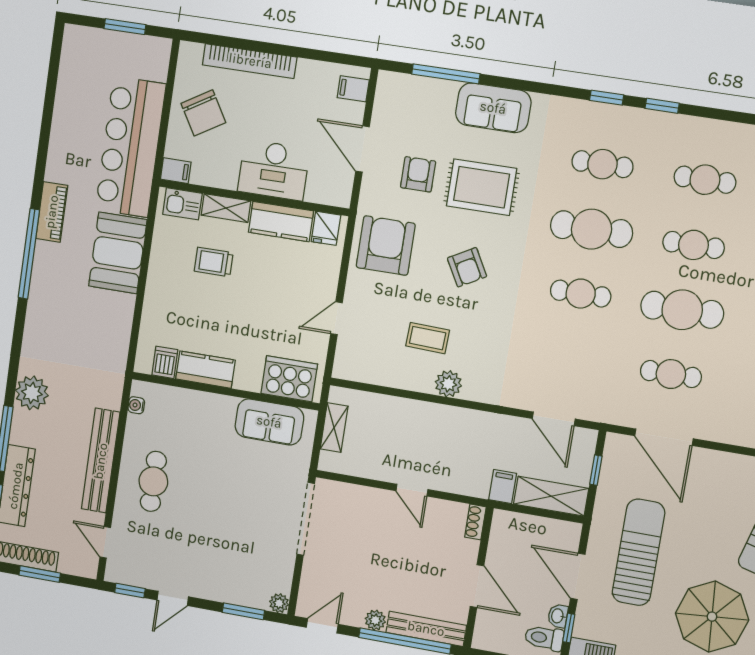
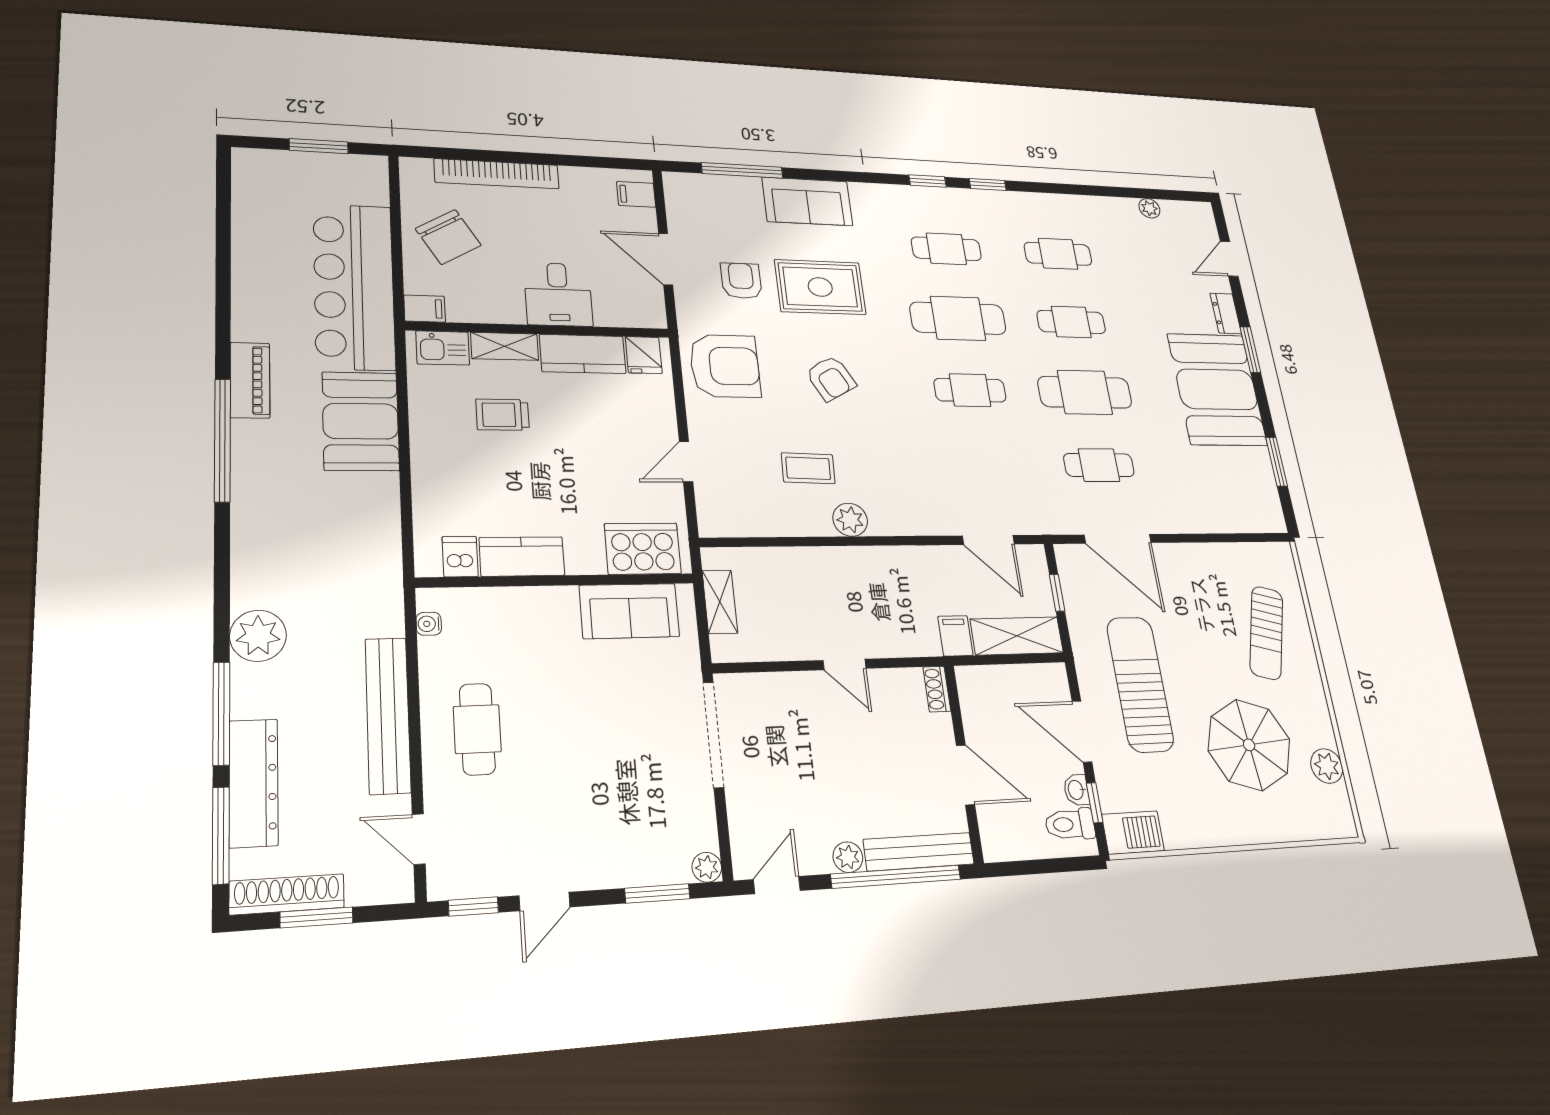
desk: (274, 170) -> (558, 294), width x0.73
armchair: (386, 246) -> (725, 366), turned 90

